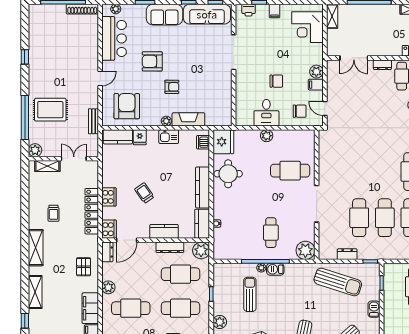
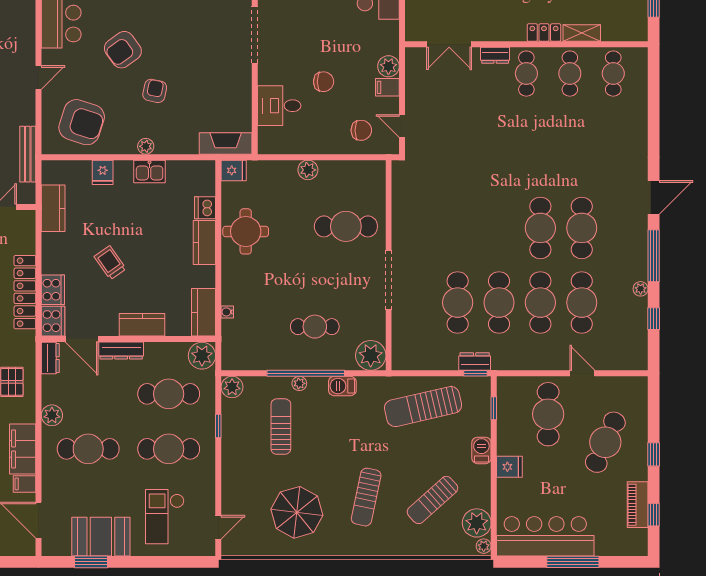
armchair: (152, 61) -> (123, 50), turned -36
armchair: (172, 87) -> (155, 91), turned -78
armchair: (127, 106) -> (82, 122), turned 108
desk: (266, 113) -> (279, 106), moved, turned 90
fireplace: (188, 119) -> (226, 143), moved
bench: (93, 121) -> (28, 154), width x1.36
kitchen counter: (118, 137) -> (53, 208), moved, turned -90
dishwasher: (203, 142) -> (205, 208), moved
fridge: (223, 142) -> (234, 170), width x0.53, depth x0.75
kitchen counter: (203, 187) -> (204, 243), width x0.67
cooker: (109, 197) -> (53, 290), moved
cafe table: (271, 233) -> (315, 327), turned 90
door: (127, 240) -> (82, 339), hinge flipped
dresser: (170, 247) -> (121, 350), moved
dresser: (347, 254) -> (475, 362), moved
barbecue: (275, 269) -> (342, 386), moved
sun lounger: (338, 282) -> (423, 407), turned 149
fridge: (391, 319) -> (509, 467), added
plant: (220, 322) -> (232, 387), moved

